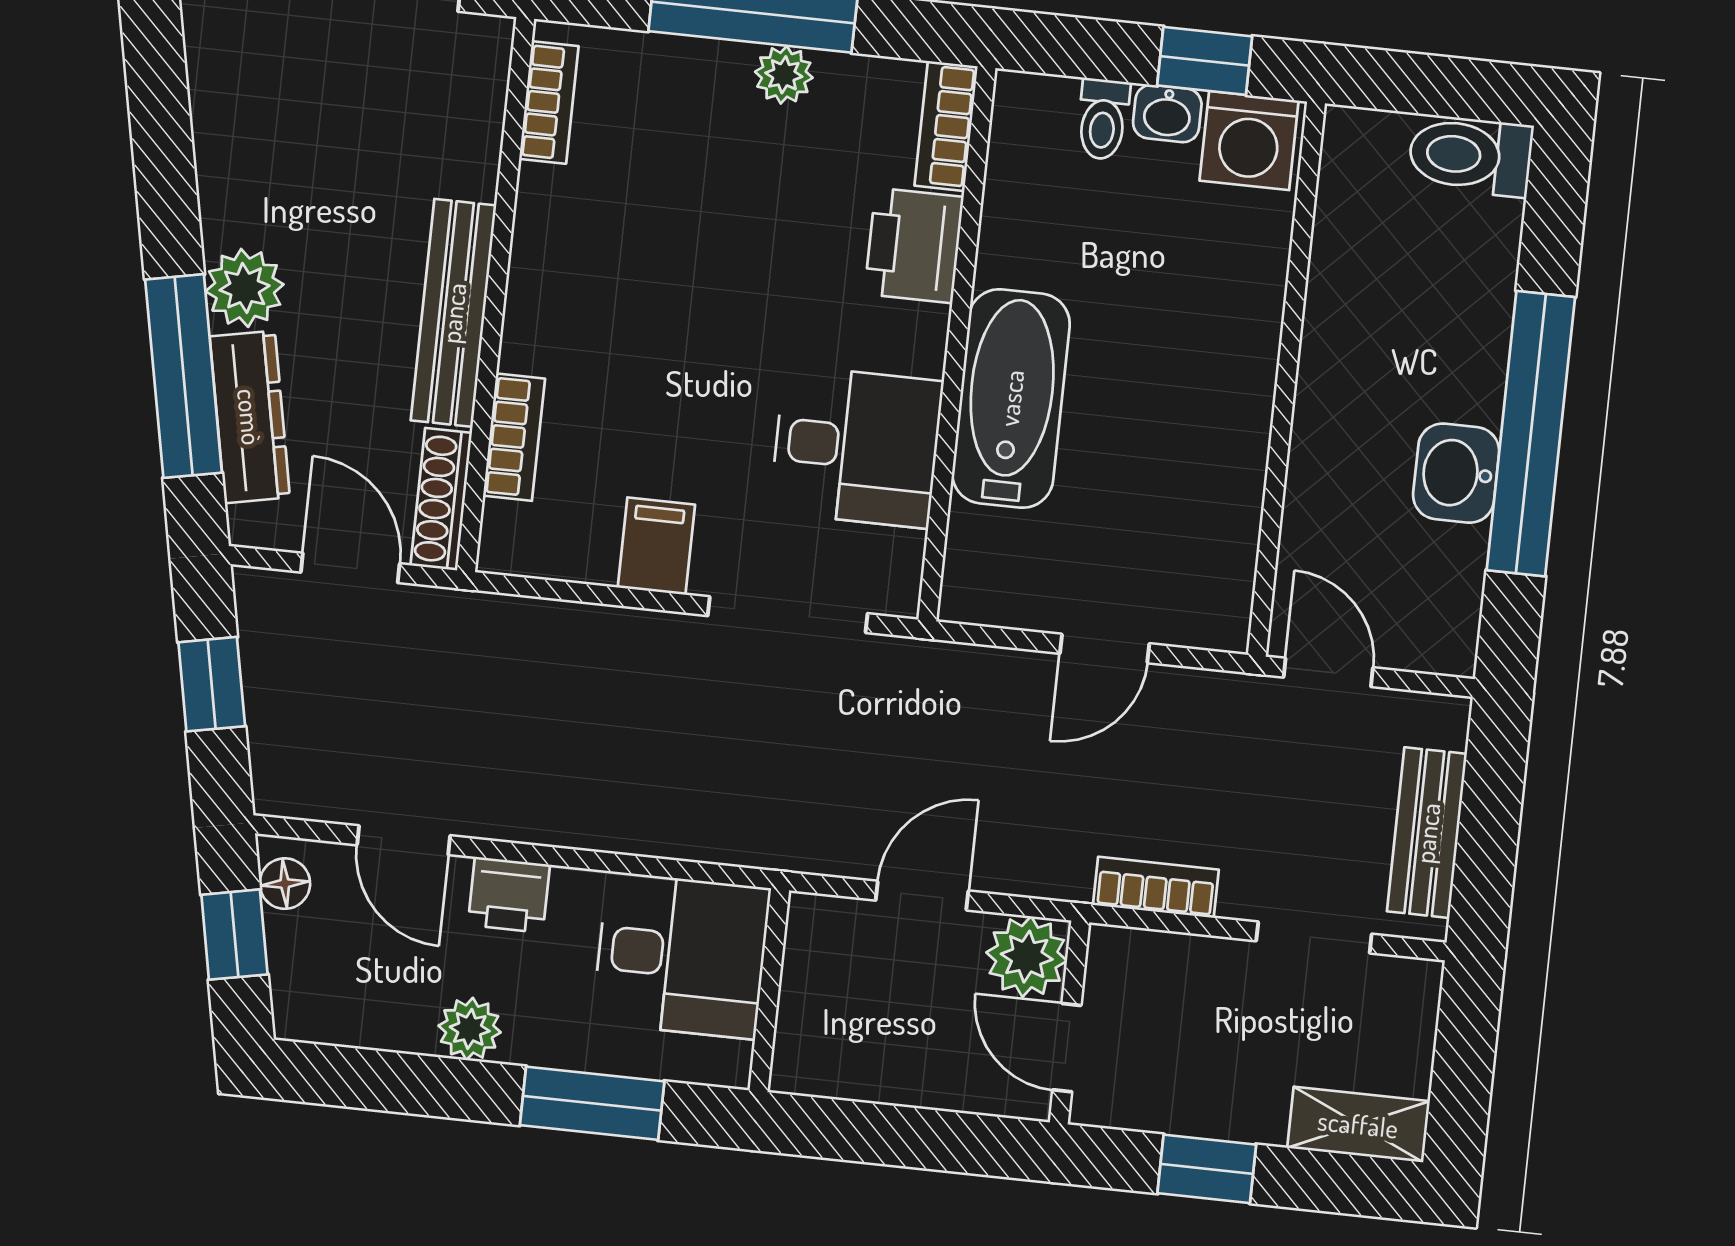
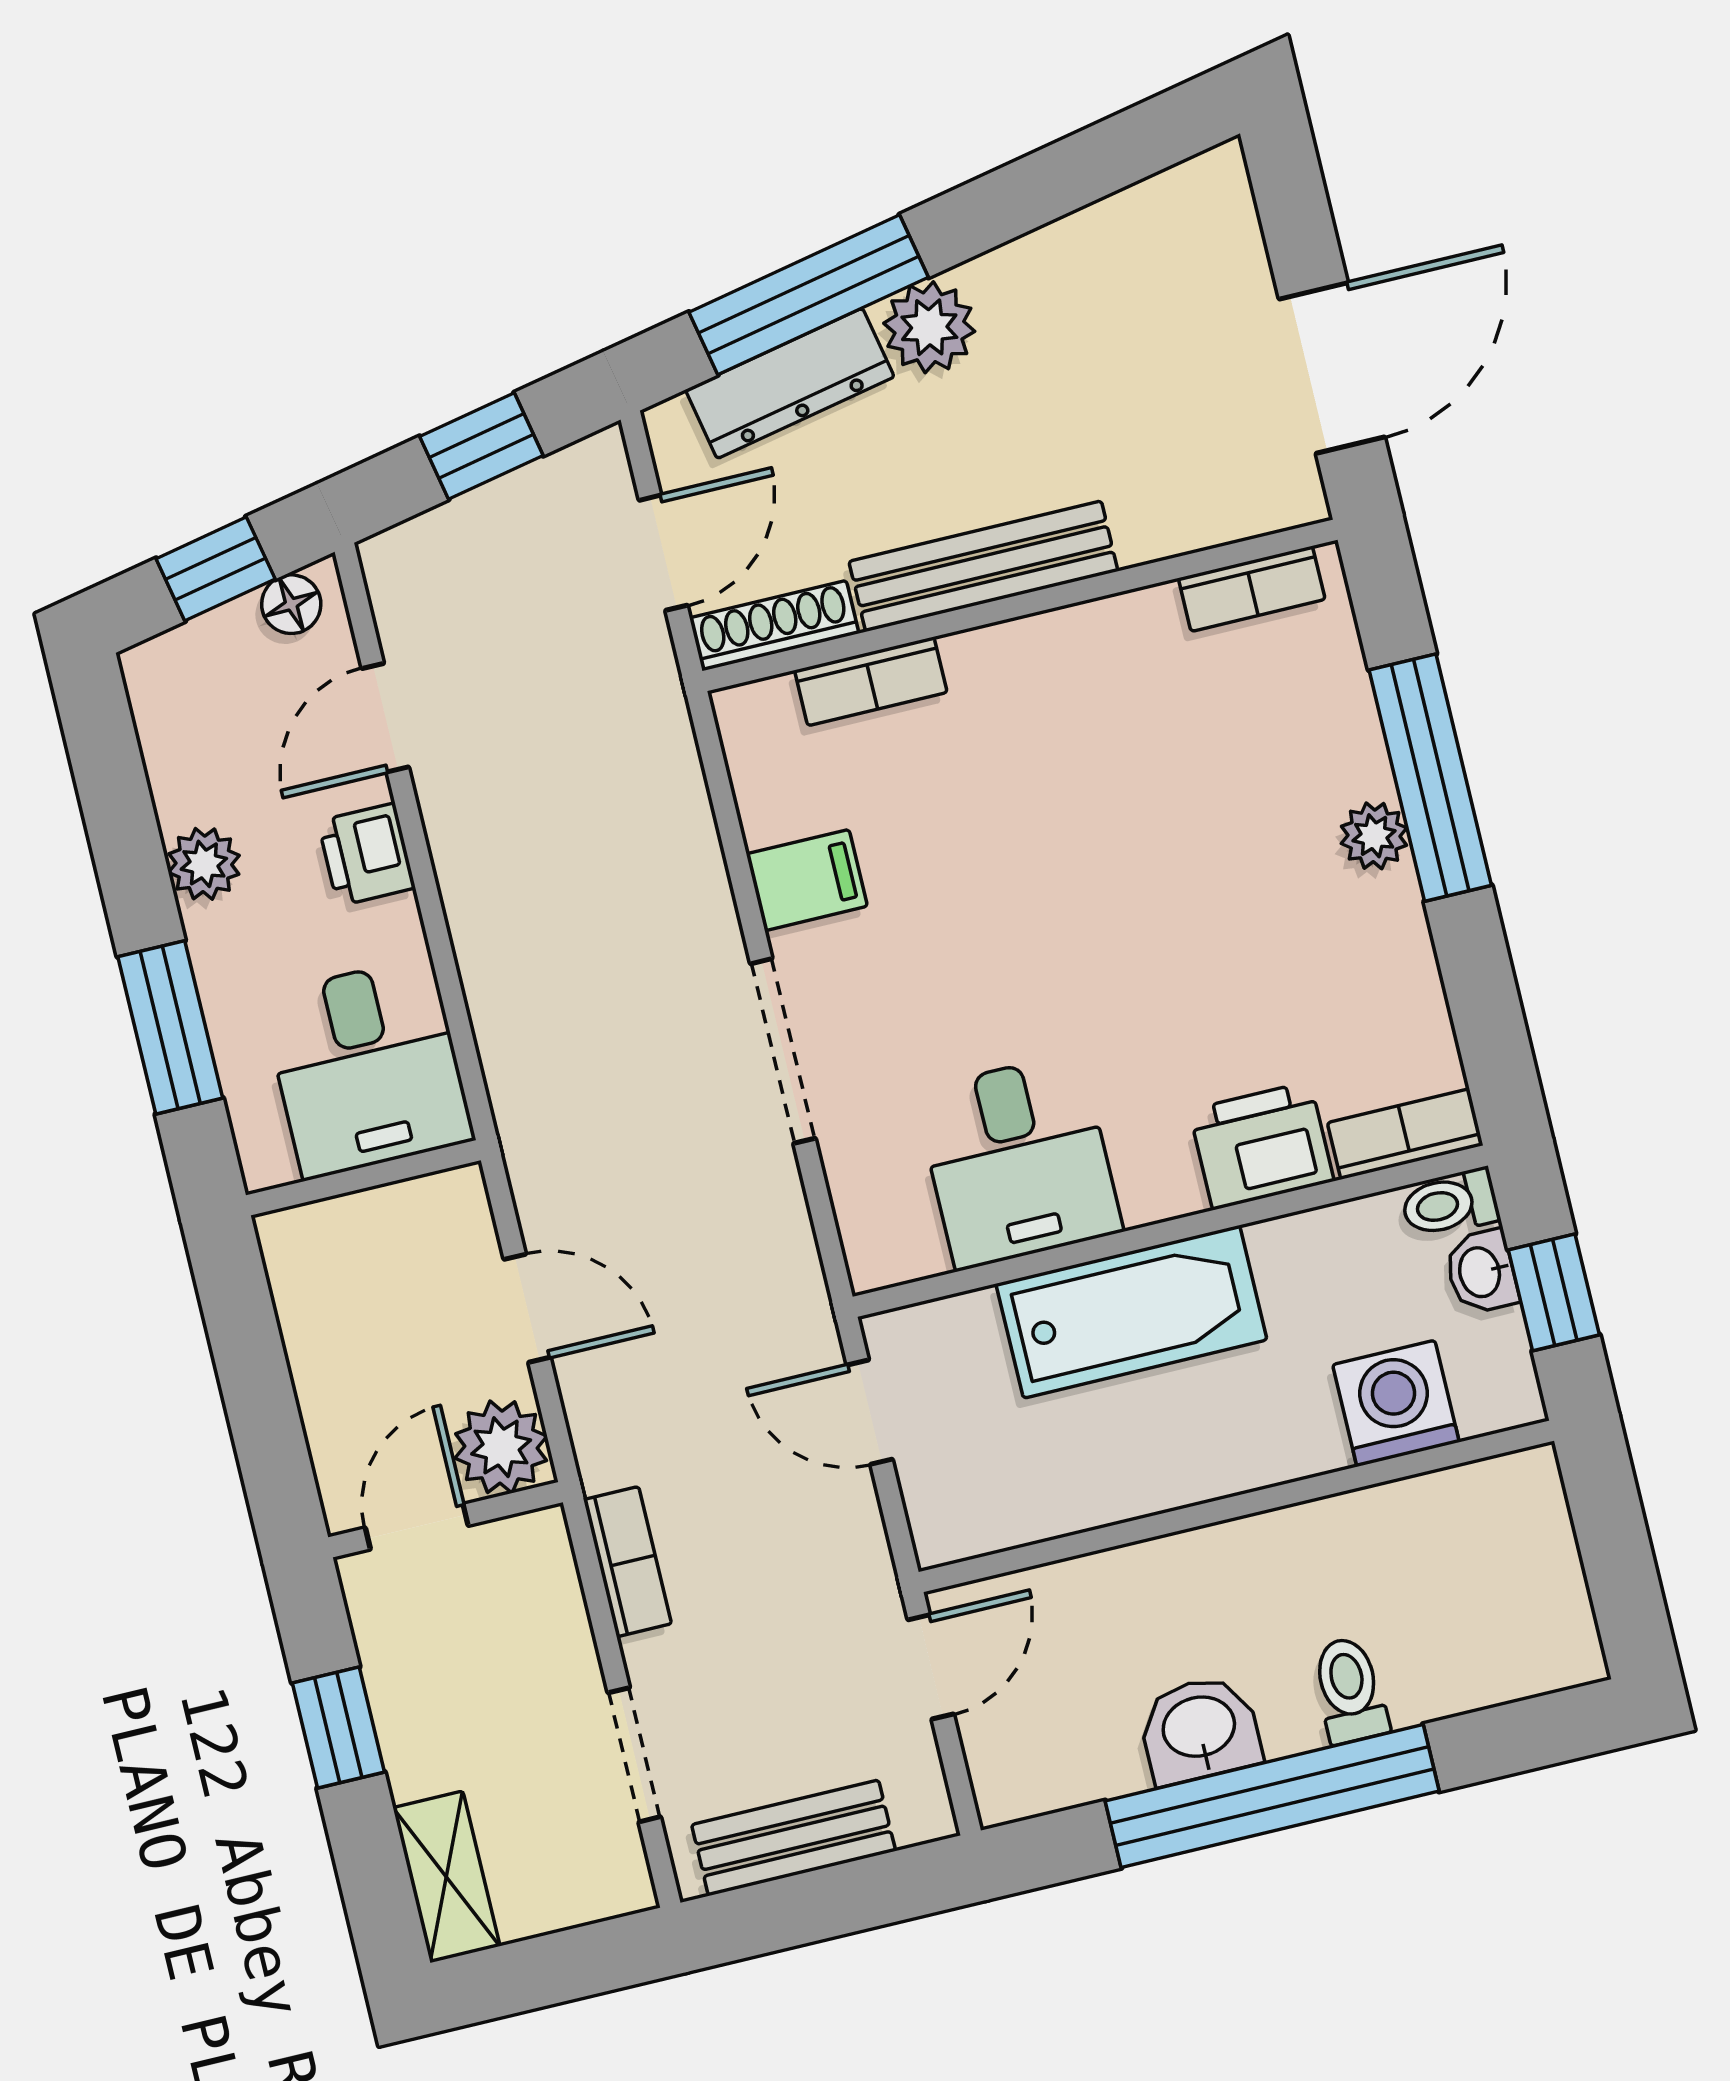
bookcase: (946, 126) -> (1405, 1134), moved
washing machine: (1249, 141) -> (1396, 1403), moved, turned 90
toilet: (1470, 156) -> (1350, 1690), moved, width x0.73, depth x0.72
printer: (914, 245) -> (1262, 1145), moved
wall: (957, 344) -> (1170, 1231), moved
bathtub: (1011, 398) -> (1131, 1312), moved
desk: (856, 447) -> (1018, 1161), moved

